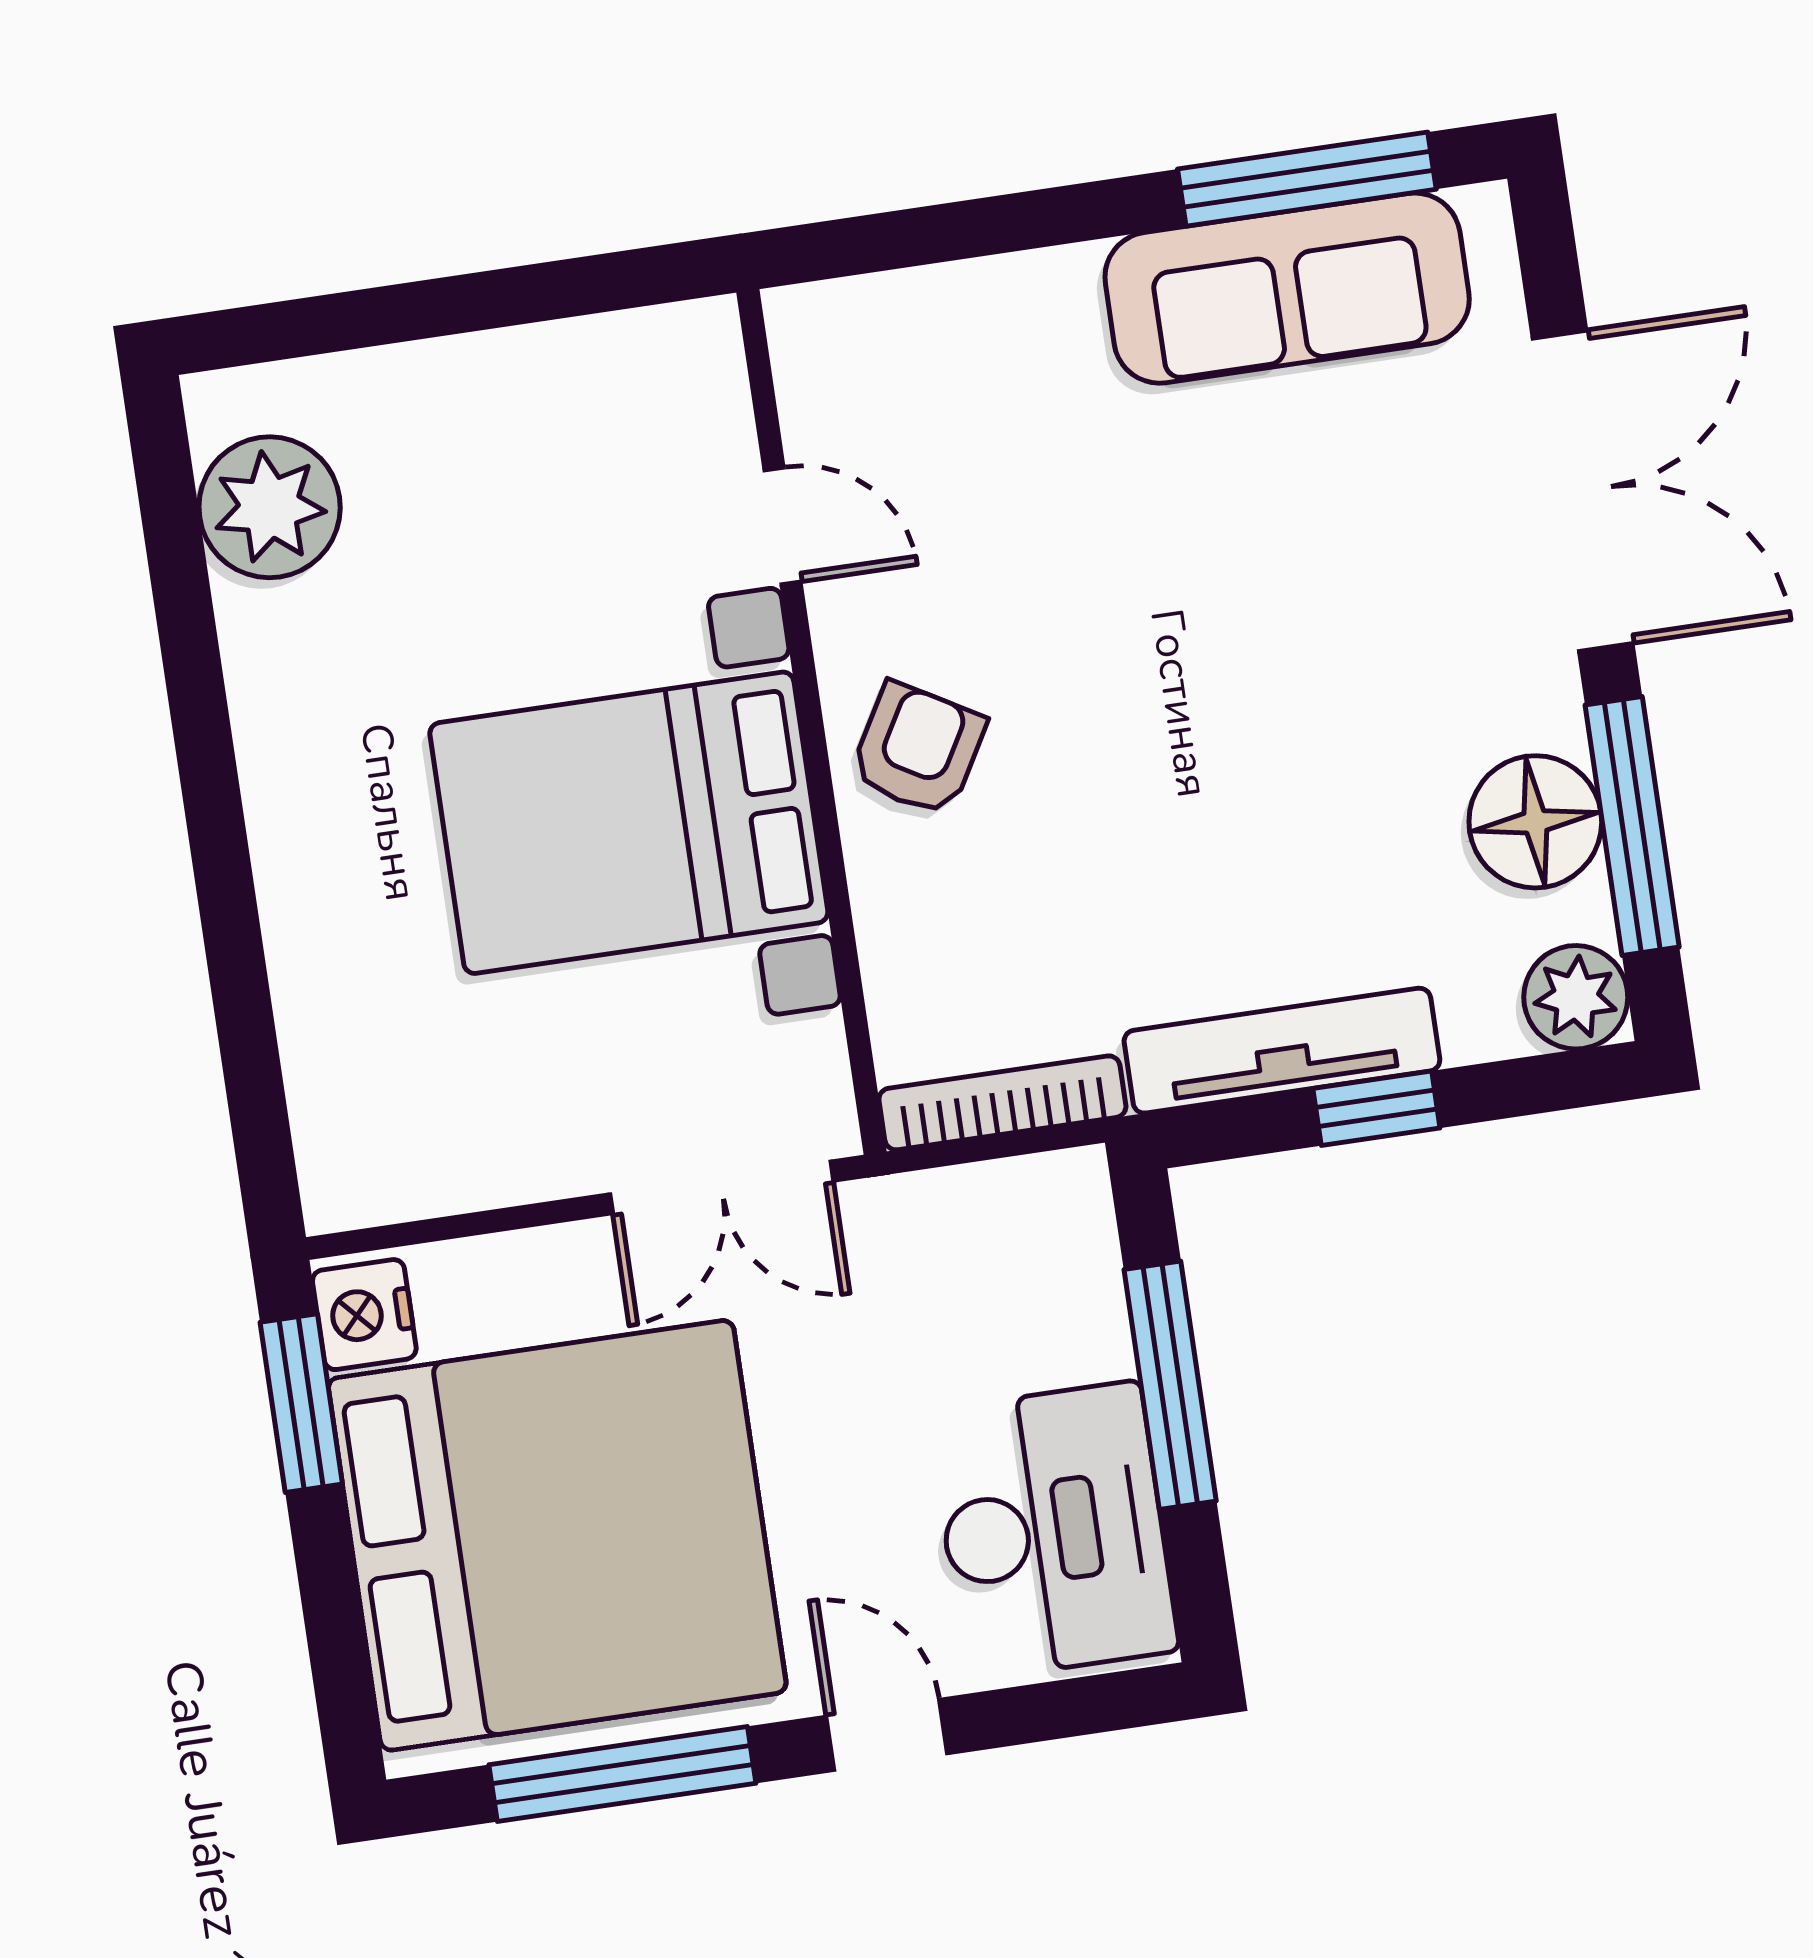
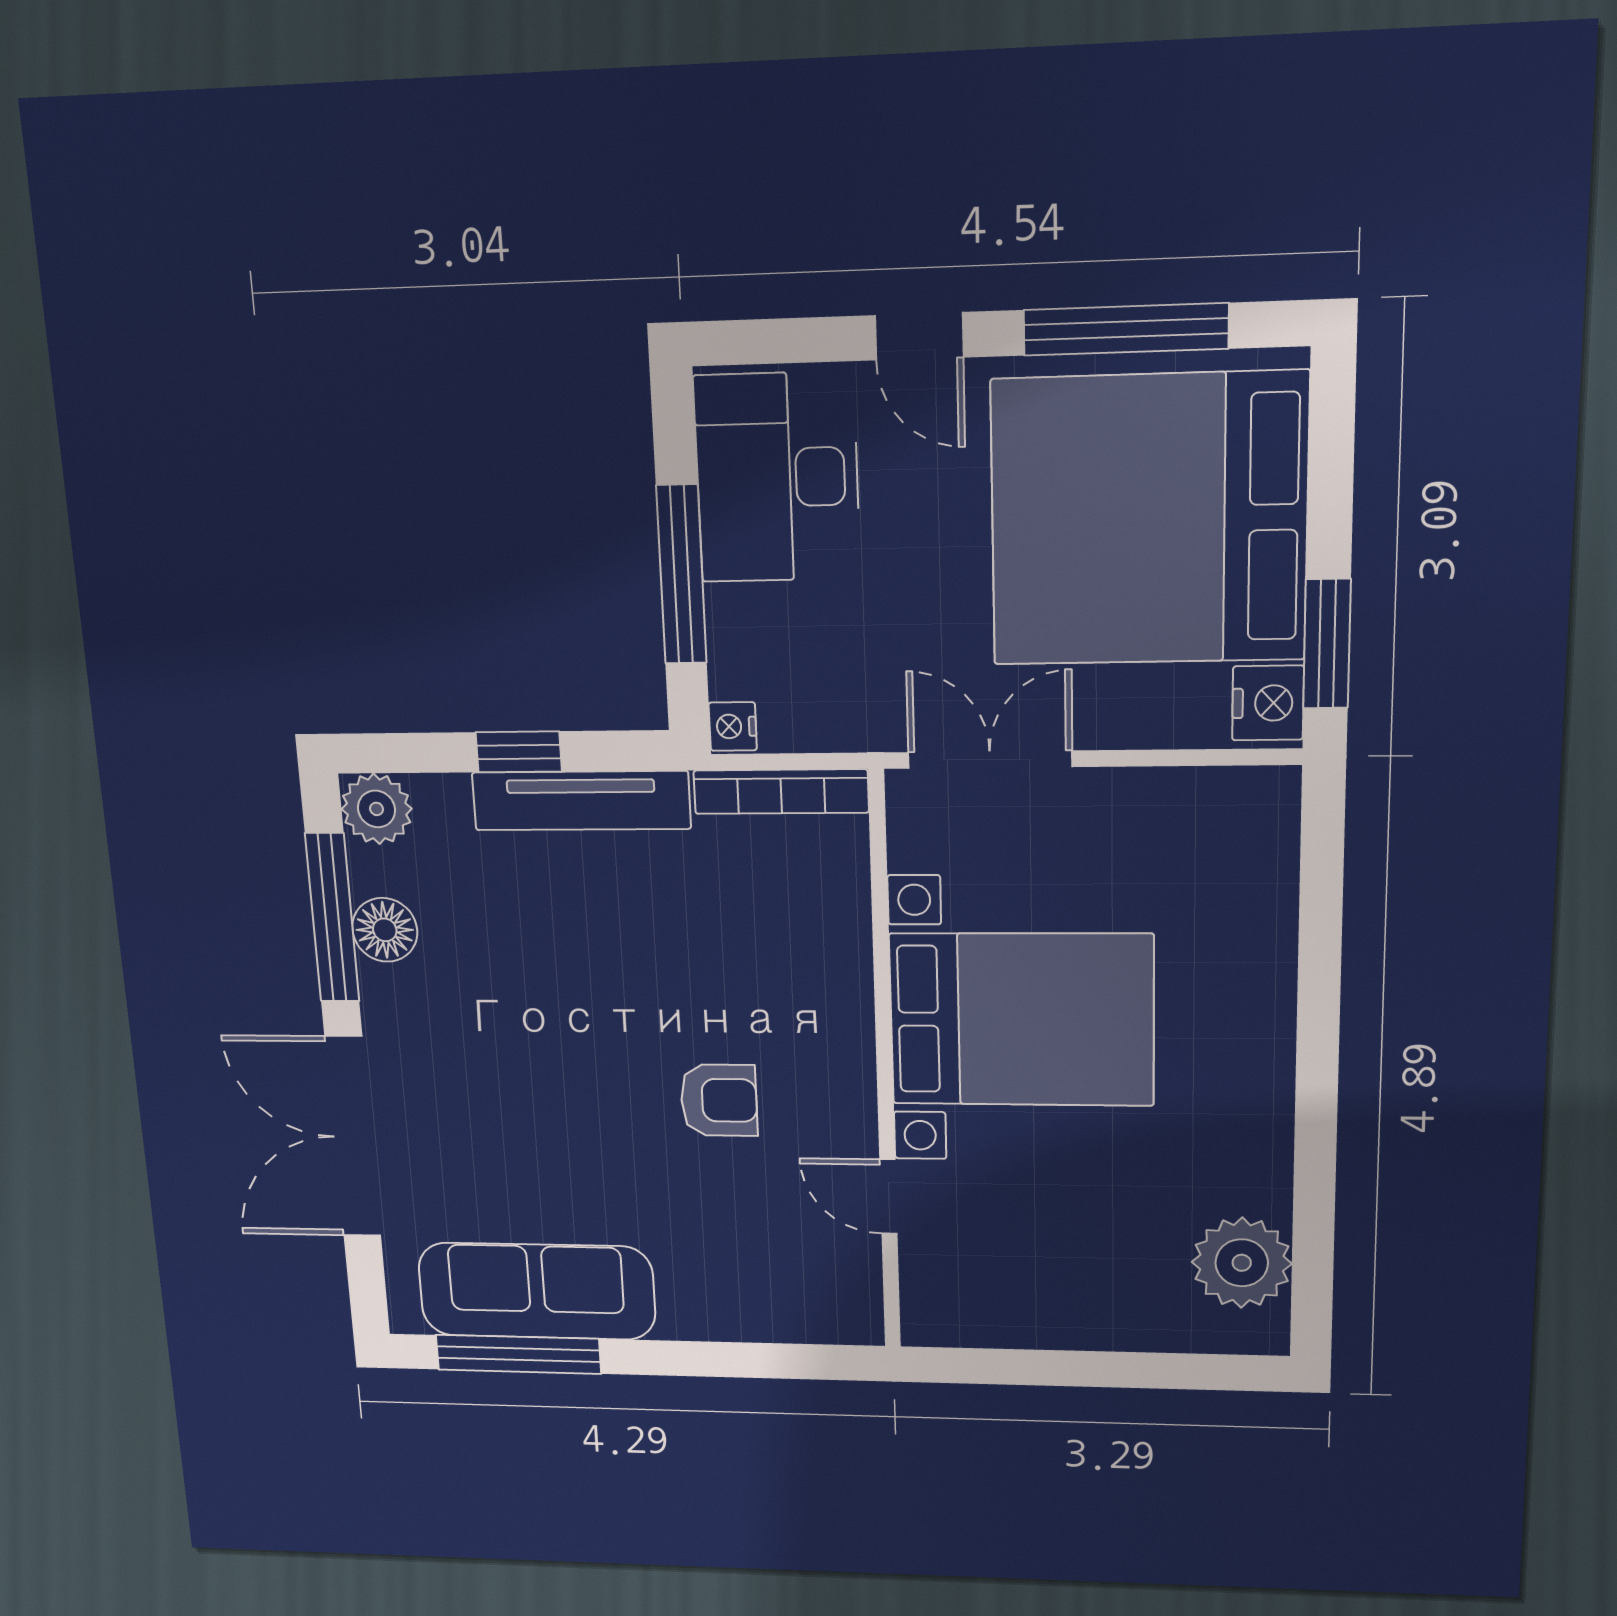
armchair: (918, 749) -> (719, 1100), moved, turned -120
floor lamp: (1535, 822) -> (385, 930), width x0.73, depth x0.73
nightstand: (1079, 1185) -> (733, 726), added

